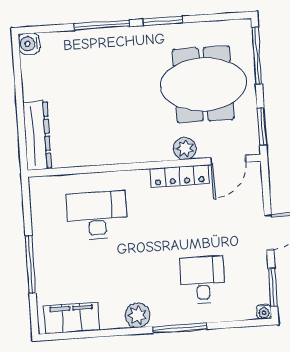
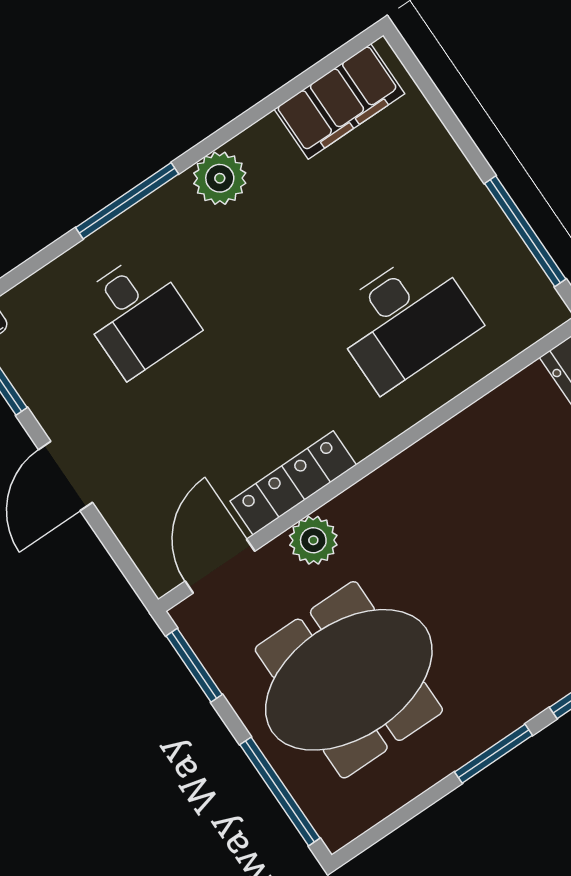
window: (31, 264) -> (525, 231), moved

